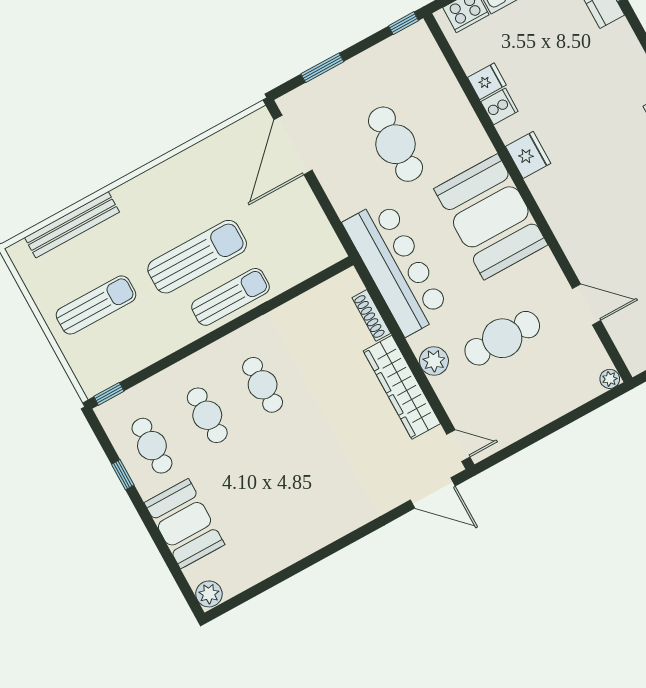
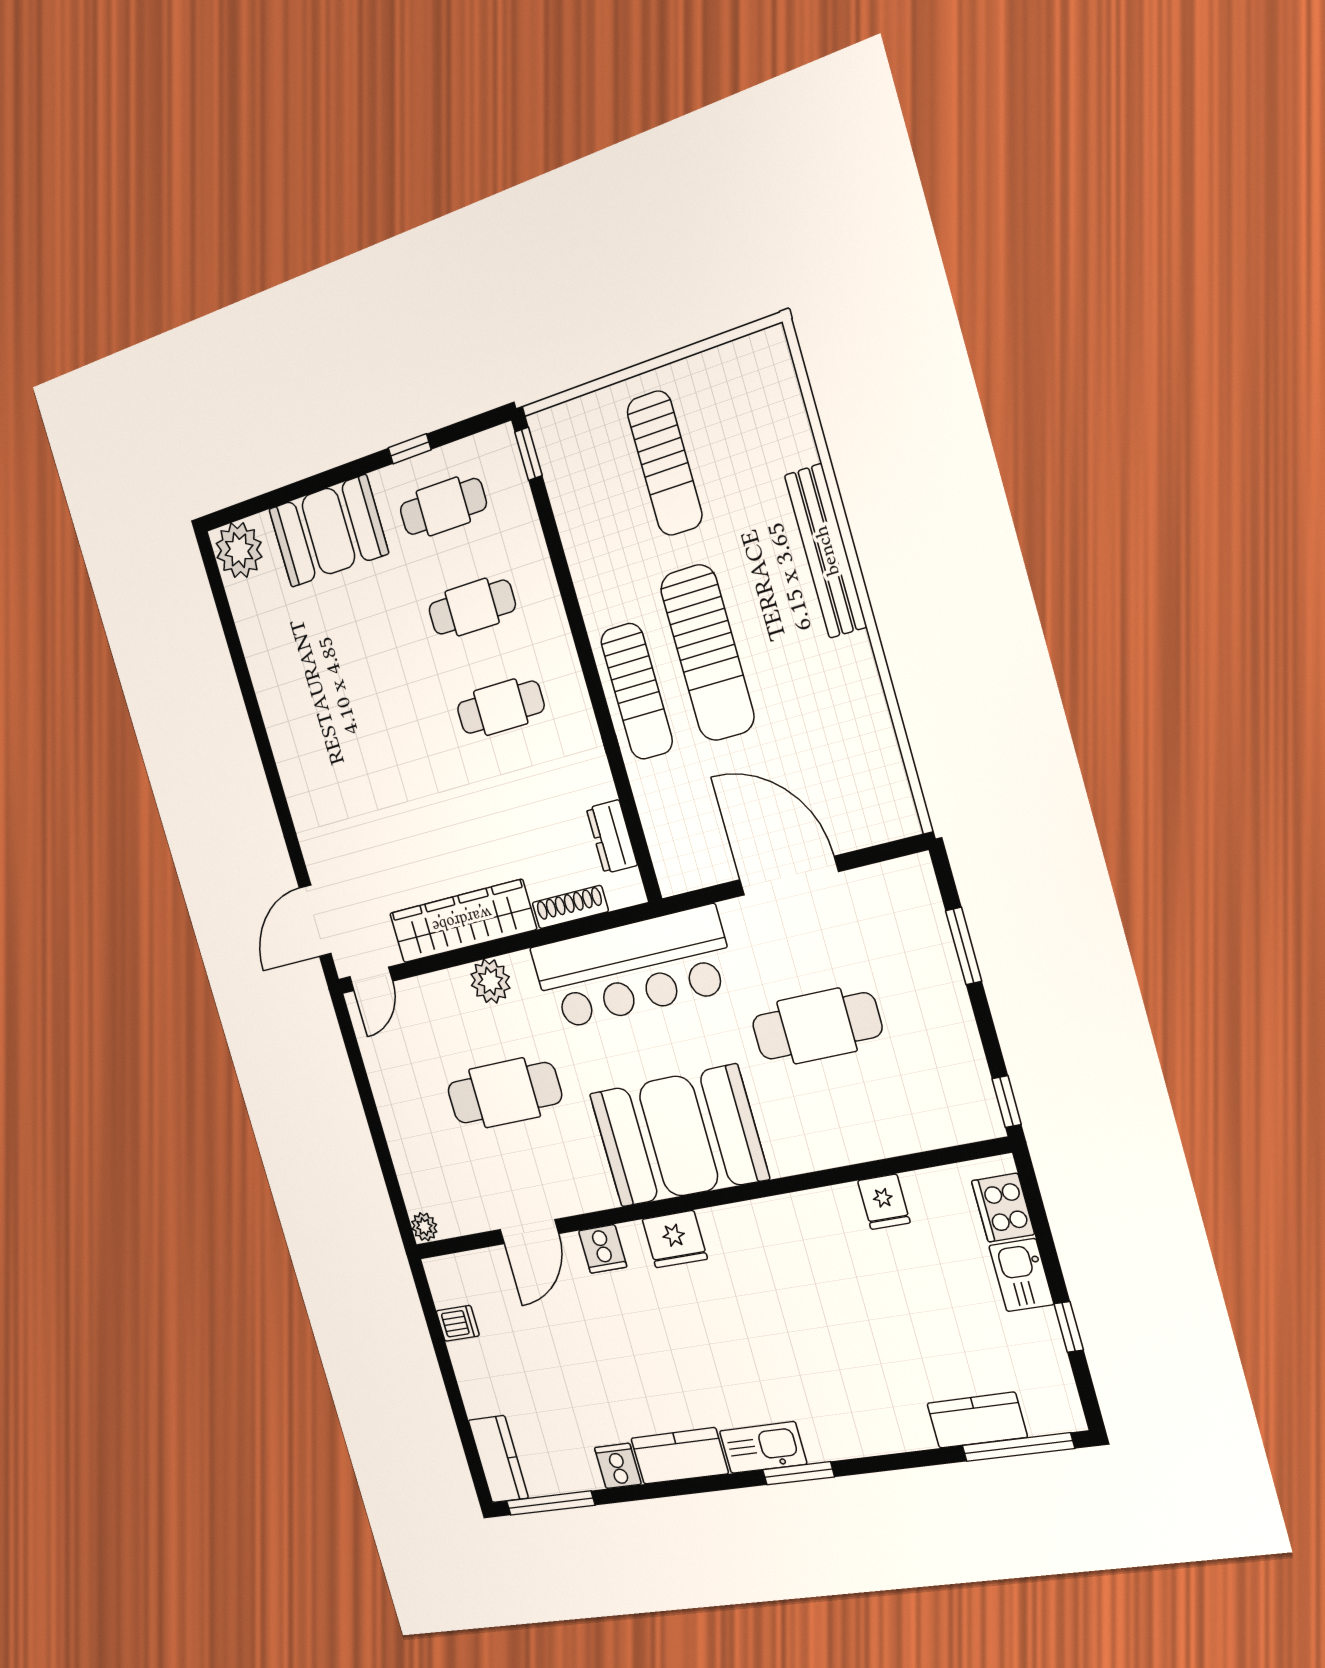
cooker: (499, 106) -> (603, 1249), moved
door: (293, 145) -> (789, 876), moved
fridge: (528, 155) -> (675, 1239), moved
bench: (72, 225) -> (826, 551), moved
dresser: (321, 296) -> (612, 837), added
cafe table: (502, 338) -> (504, 1093), turned 90
plant: (209, 594) -> (239, 550), width x1.36, depth x1.36

